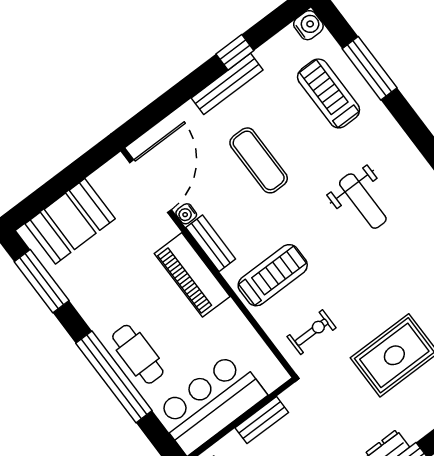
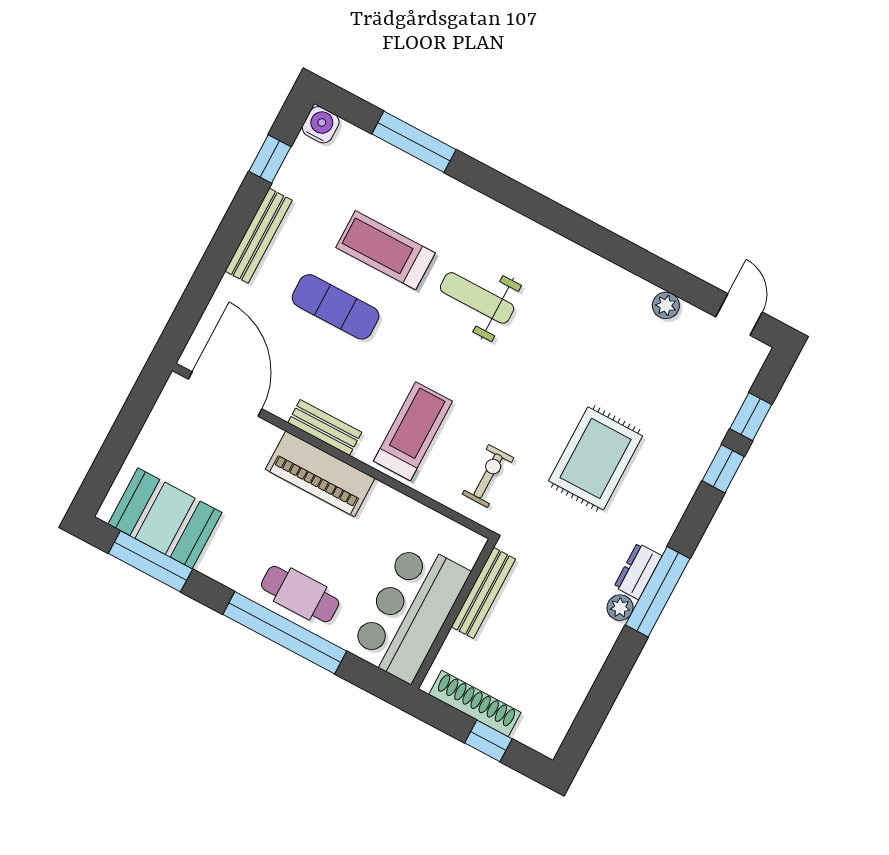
window: (235, 52) -> (270, 159), moved
treadmill: (329, 93) -> (386, 250), moved
weight bench: (363, 201) -> (477, 298), turned 180
water cooler: (186, 214) -> (281, 407), removed
booth: (70, 221) -> (165, 518), moved, turned 90
bench: (262, 420) -> (483, 593), width x1.36

